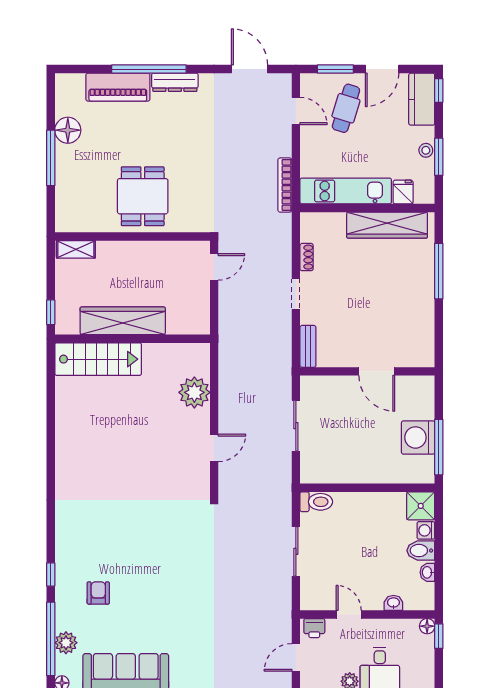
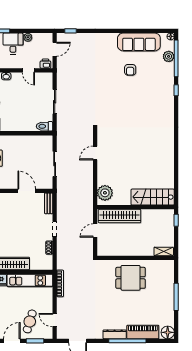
floor lamp: (68, 130) -> (168, 332), moved
dining table: (143, 196) -> (131, 278), turned 90
door: (214, 267) -> (95, 231), moved
wardrobe: (123, 321) -> (120, 216), moved
door: (377, 371) -> (27, 191), moved
plant: (194, 392) -> (105, 193), moved
armchair: (98, 593) -> (130, 70), moved

